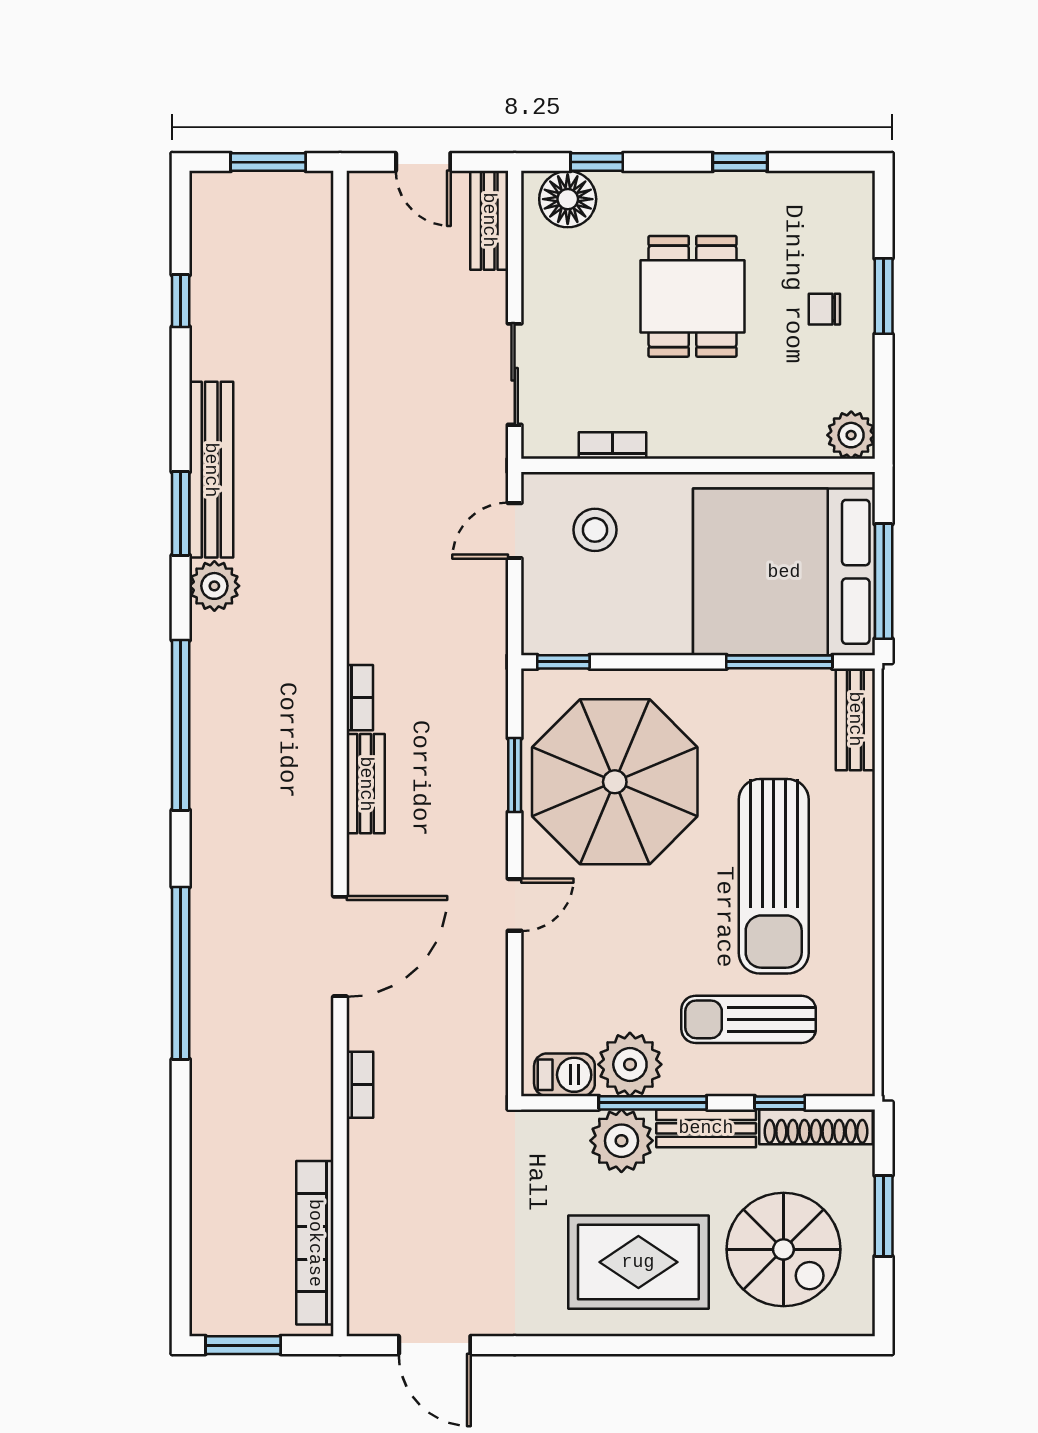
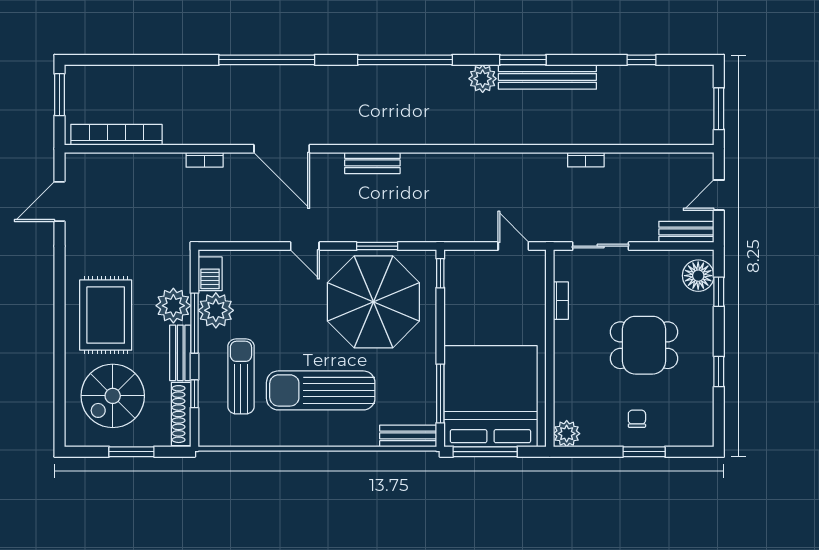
stool: (595, 530) -> (514, 291), removed
bookcase: (360, 698) -> (586, 160), moved

